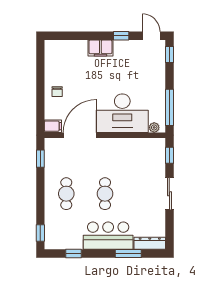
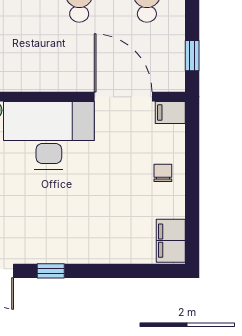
filing cabinet: (100, 48) -> (171, 241), moved, turned -90
door: (80, 135) -> (123, 97), swing flipped

